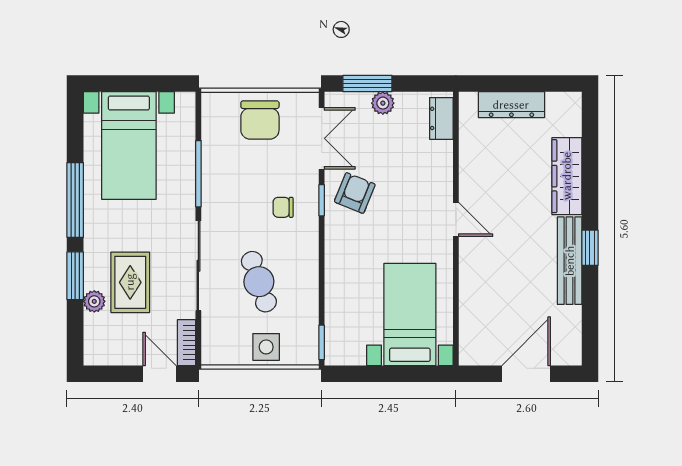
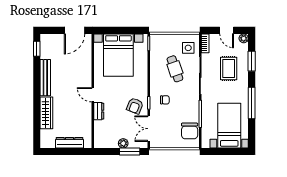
dresser: (441, 118) -> (99, 111), moved
chair: (260, 120) -> (190, 131), moved, turned 180
window: (590, 248) -> (37, 49), moved
window: (75, 276) -> (252, 61), moved
plant: (94, 301) -> (244, 38), moved
bed with nightstands: (410, 314) -> (118, 55), width x1.36
side table: (266, 347) -> (188, 48), moved
door: (160, 374) -> (227, 30), moved
door: (526, 374) -> (75, 30), moved

